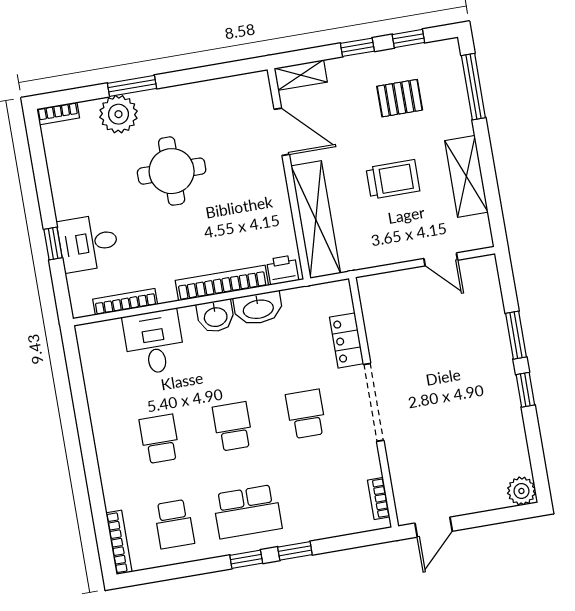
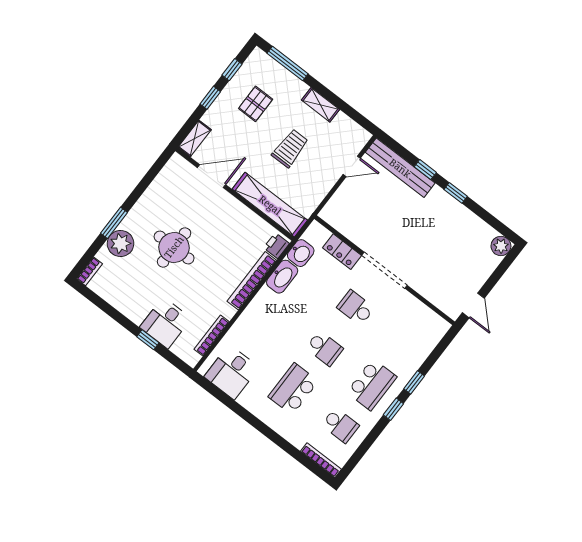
shelving: (466, 176) -> (320, 105), width x0.67, depth x0.75
bench: (491, 308) -> (400, 168), added
washbasin: (215, 316) -> (301, 253), moved
window: (516, 335) -> (425, 170), width x0.67
desk: (154, 342) -> (232, 372), moved, turned -90
school desk: (233, 426) -> (324, 348), turned 180
school desk: (160, 439) -> (293, 389), width x1.85
bookcase: (379, 498) -> (432, 317), removed

